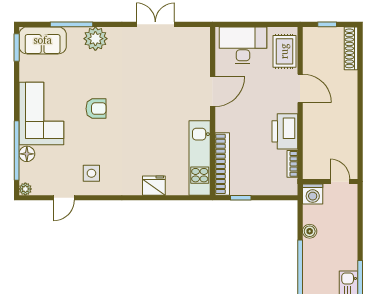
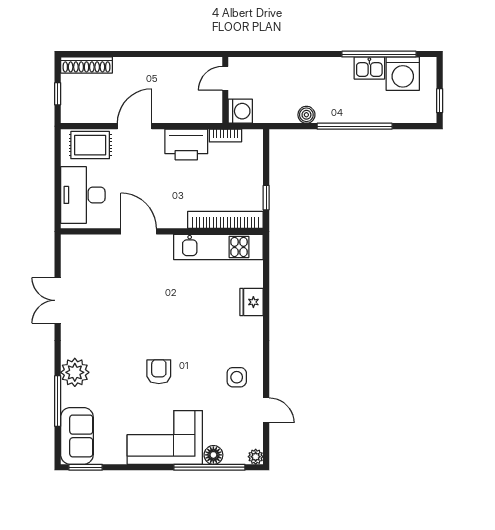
wall: (330, 182) -> (225, 90), moved
door: (340, 182) -> (225, 78), moved
washing machine: (313, 194) -> (240, 111), moved

